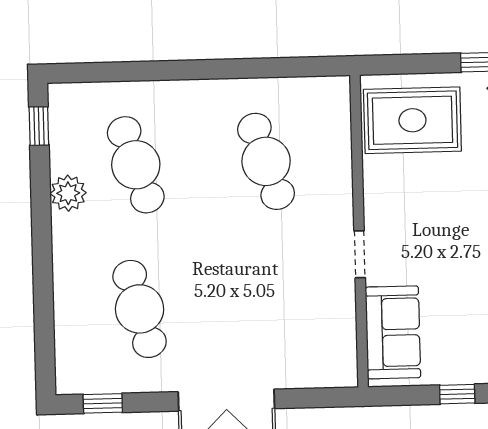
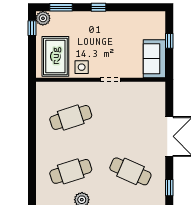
side table: (388, 184) -> (82, 67), added
cafe table: (140, 309) -> (130, 171), turned 39
sofa: (393, 332) -> (154, 59), moved, turned -90

